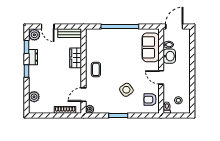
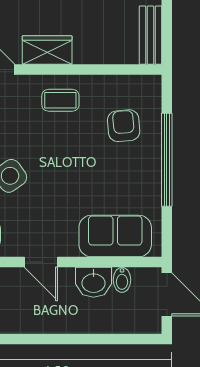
armchair: (106, 44) -> (124, 126), added
wardrobe: (76, 58) -> (47, 50), moved
door: (161, 77) -> (41, 262), swing flipped

